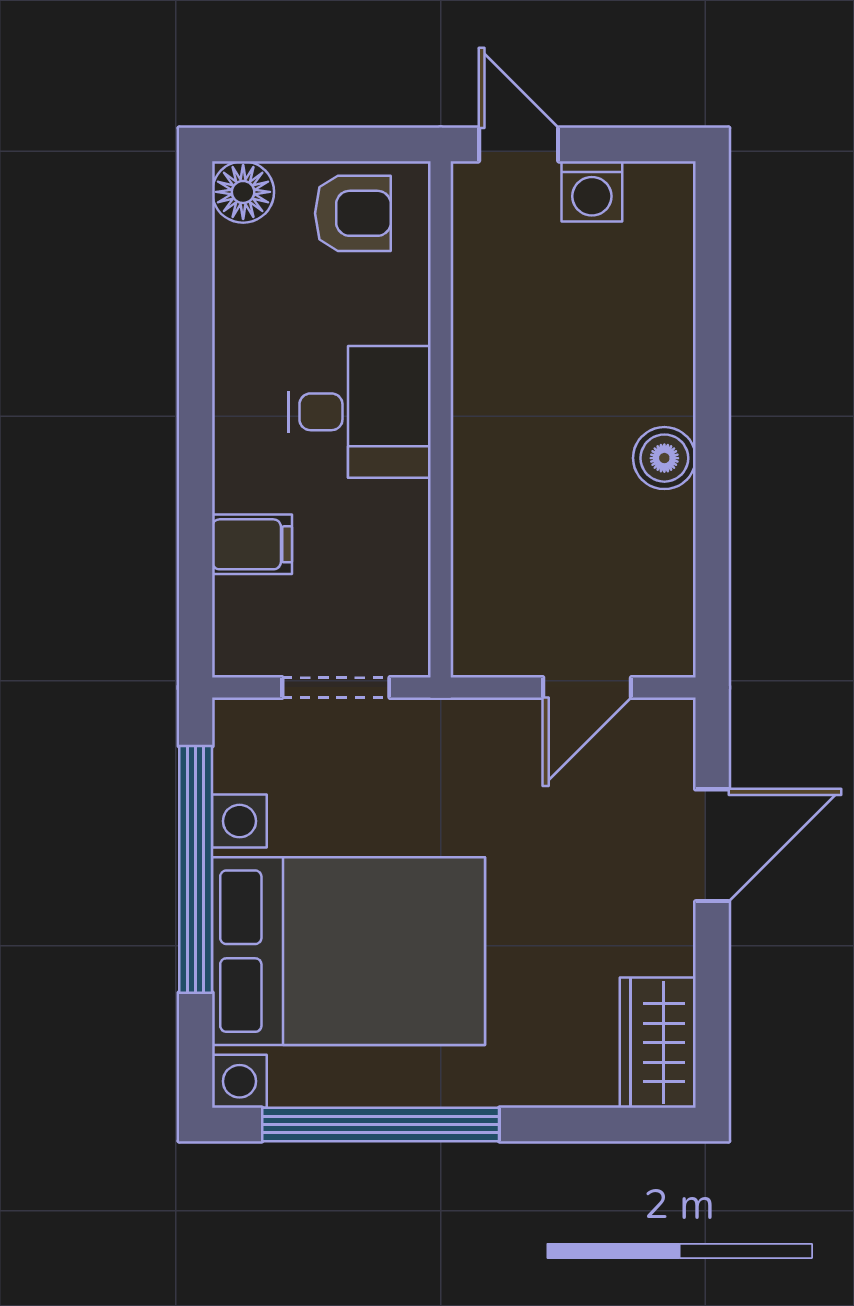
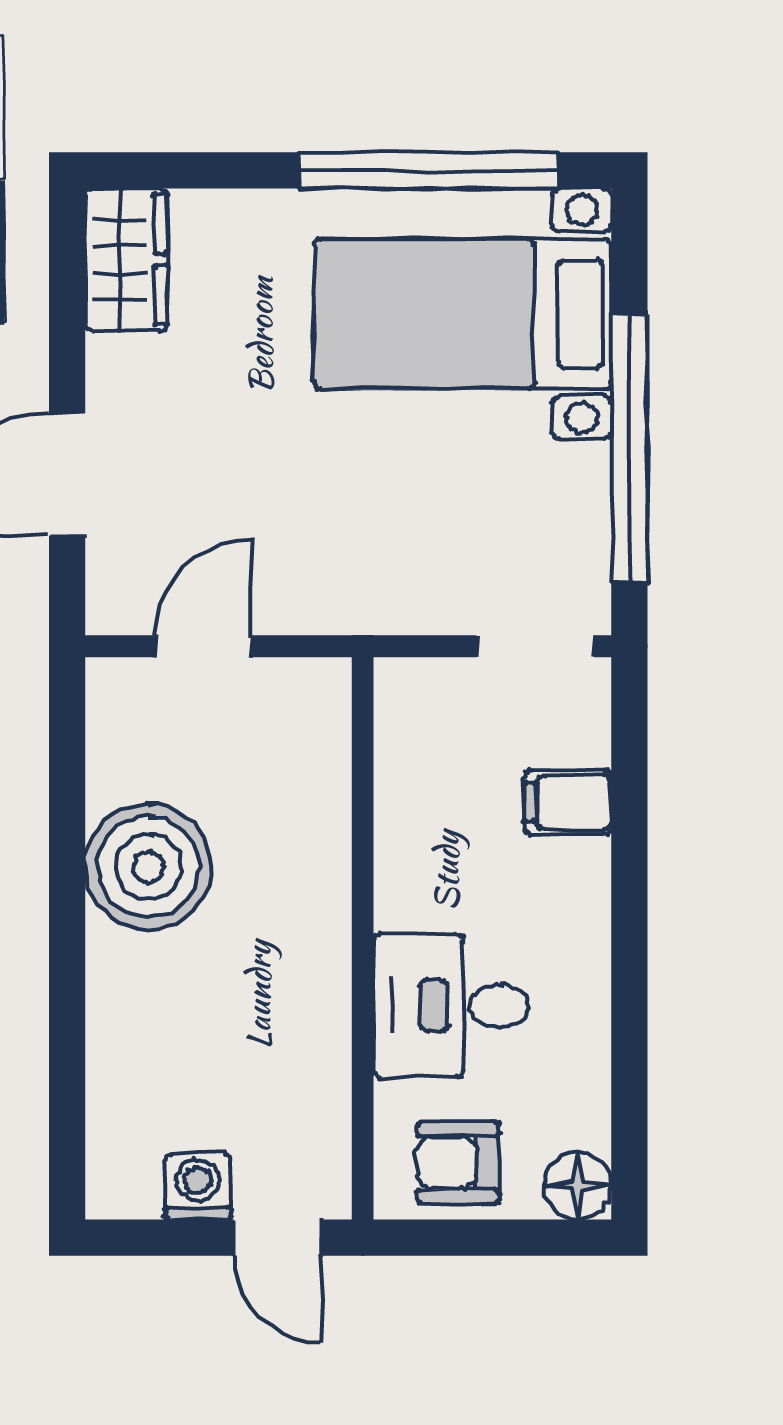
desk: (359, 412) -> (451, 1006), moved
boiler: (664, 458) -> (148, 867), width x1.86, depth x1.86
doorway: (336, 687) -> (535, 646), moved
bed with nightstands: (348, 951) -> (463, 314), width x0.73

